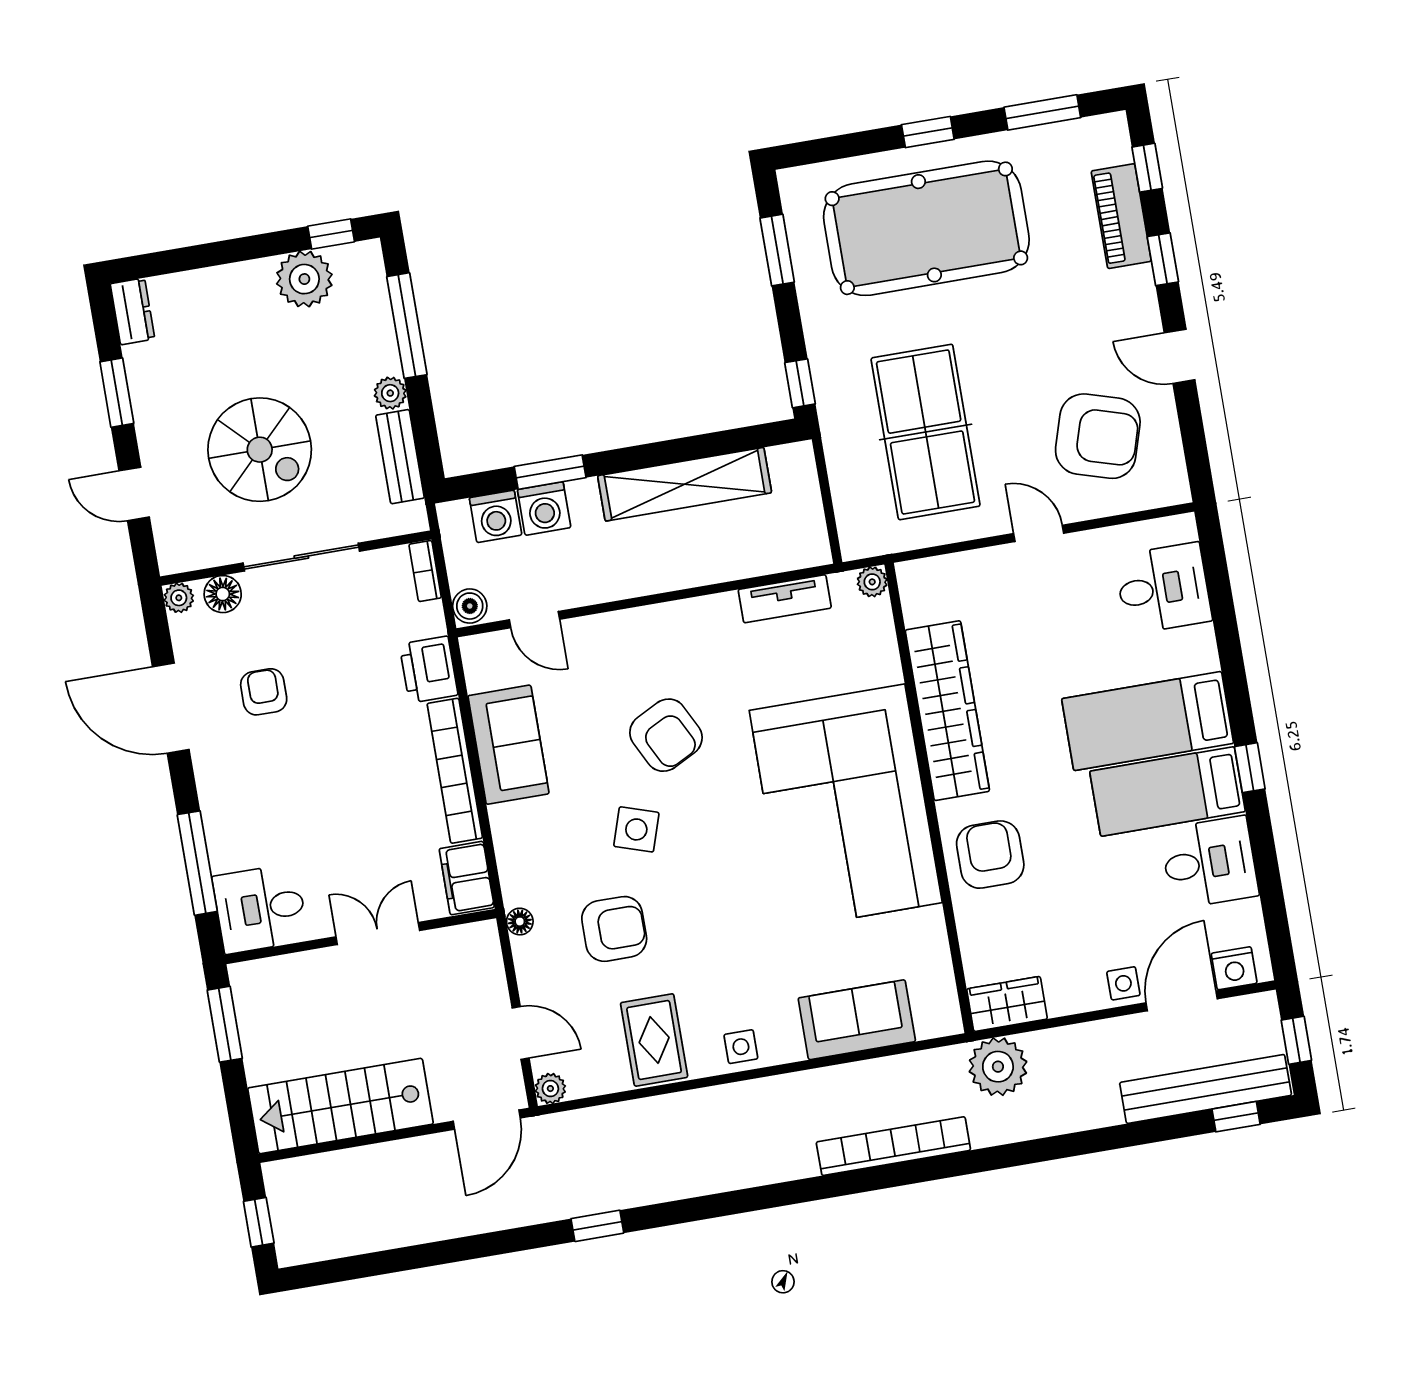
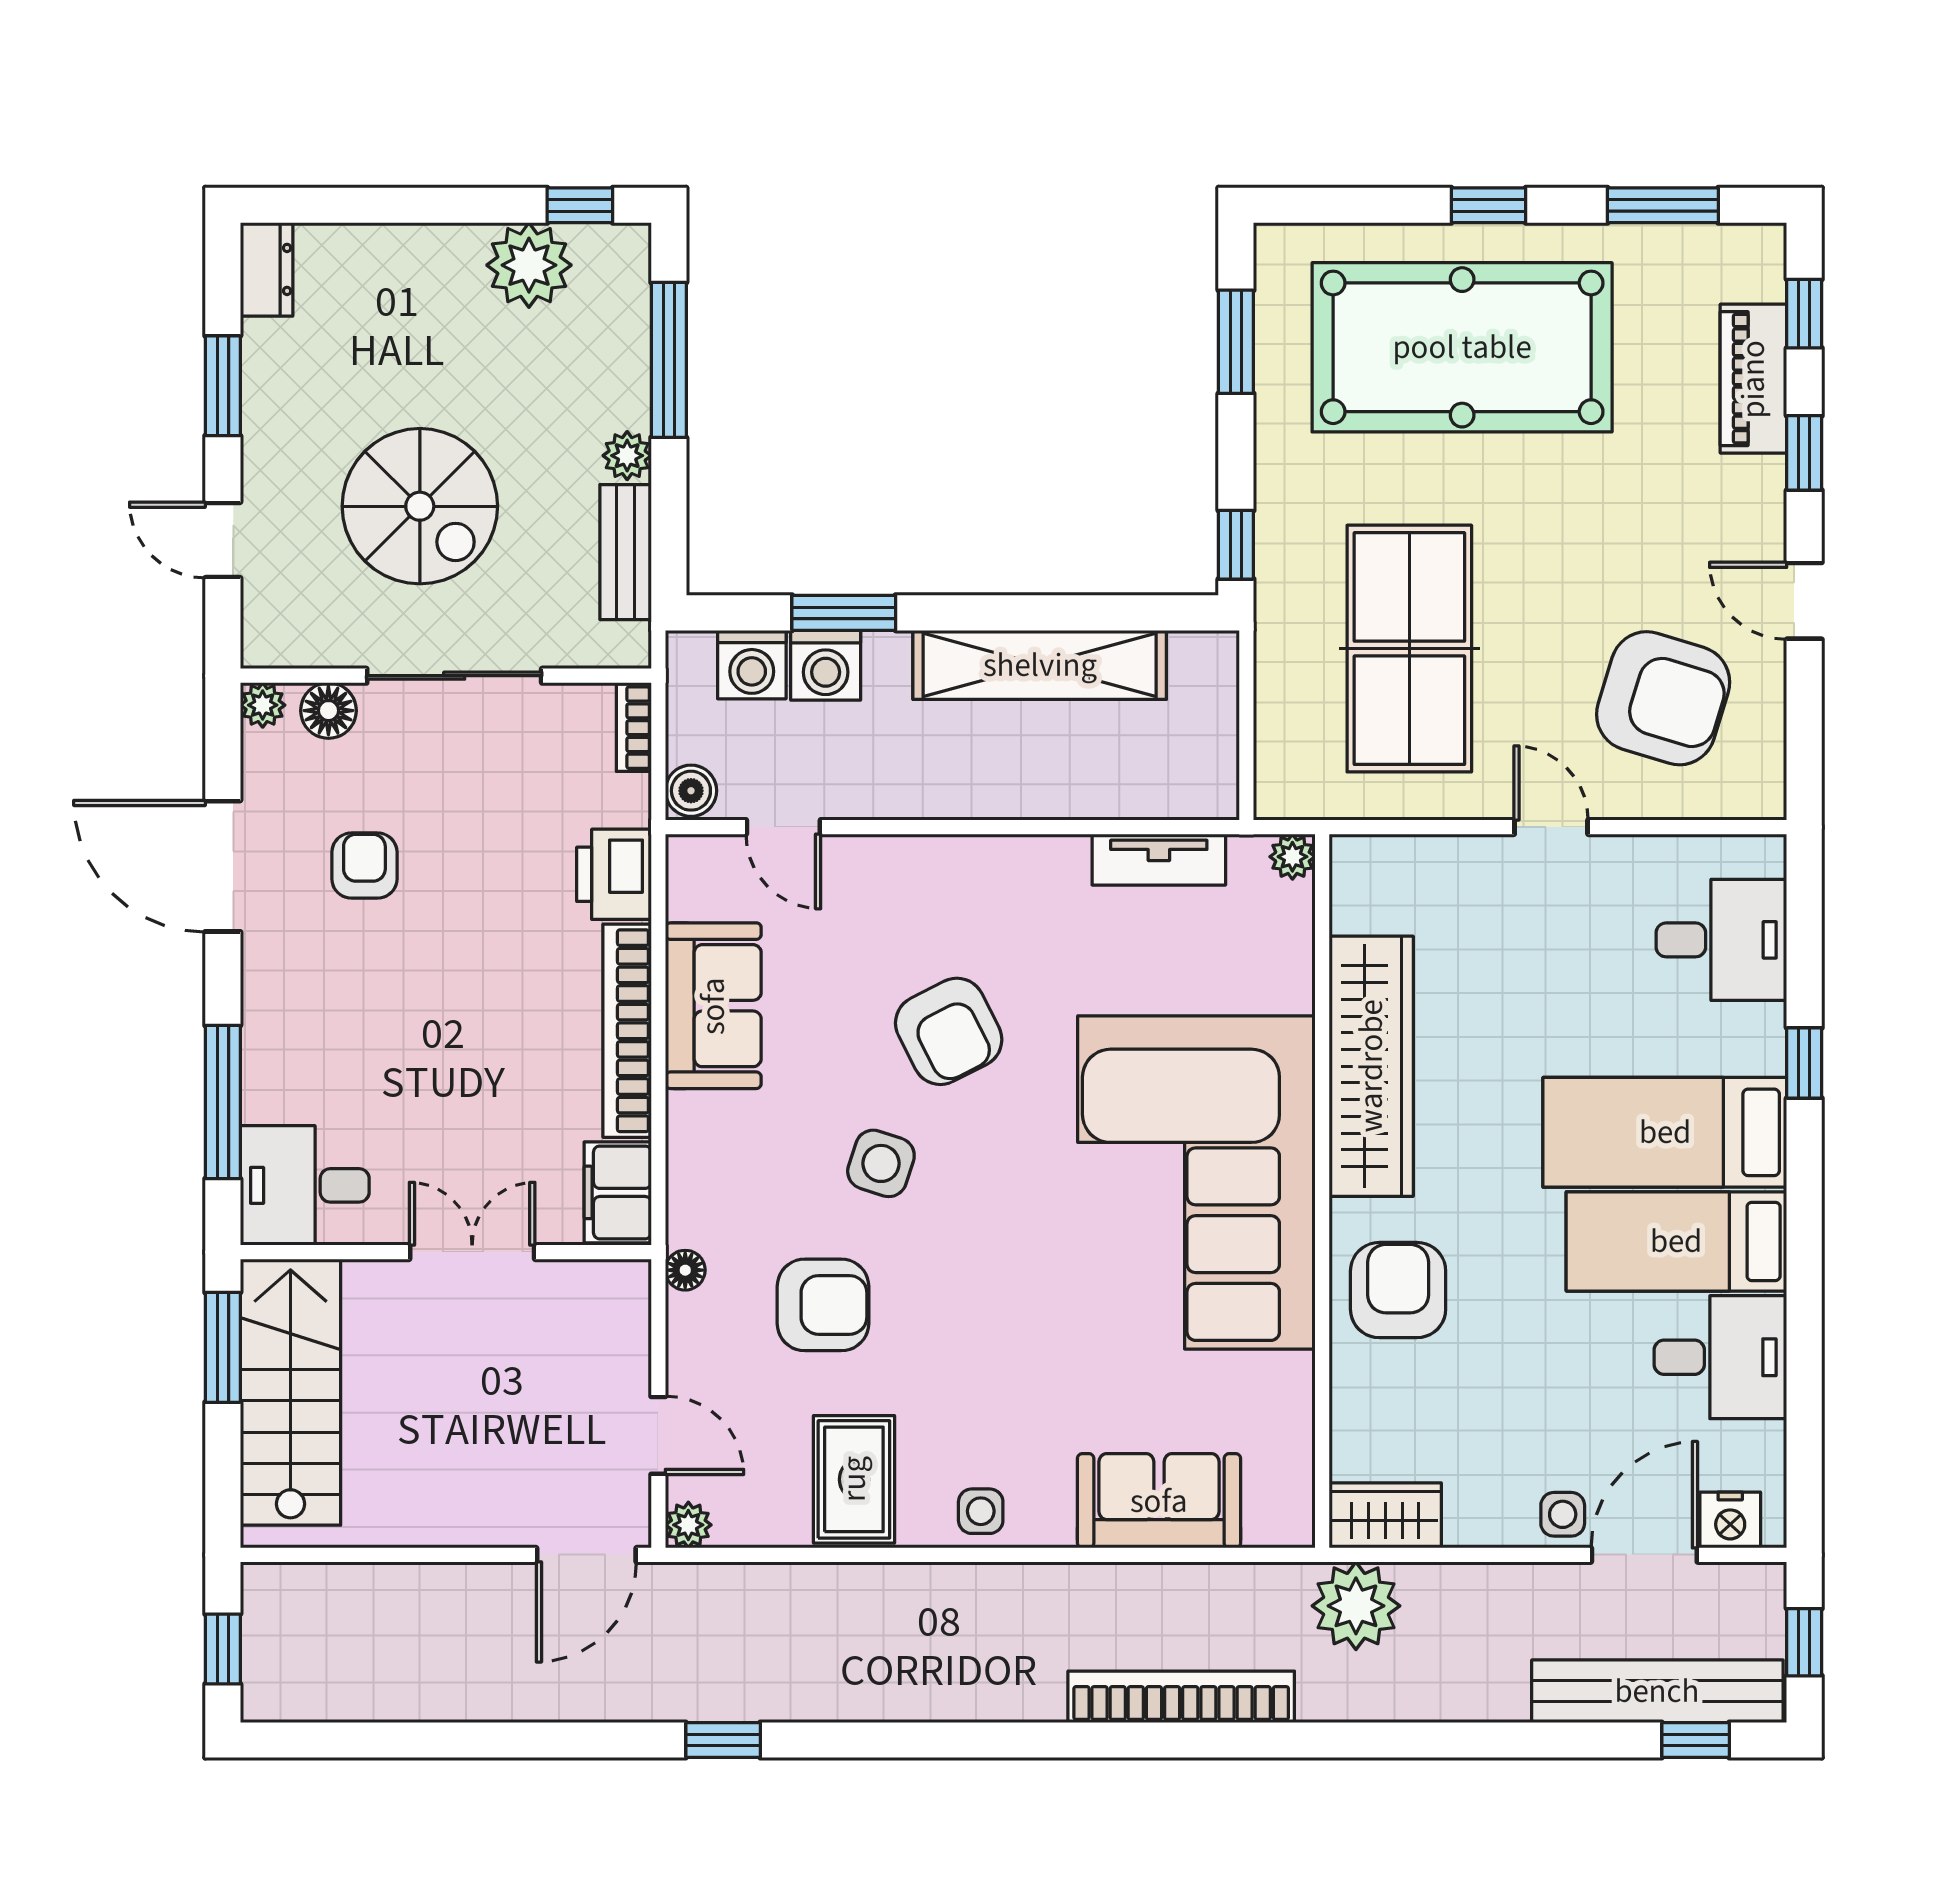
window: (1250, 768) -> (1804, 1063), moved
stairs: (340, 1106) -> (290, 1392), moved, turned 90

